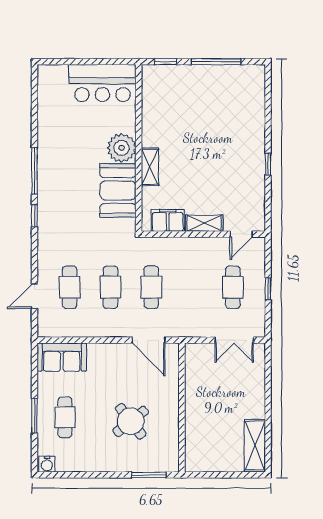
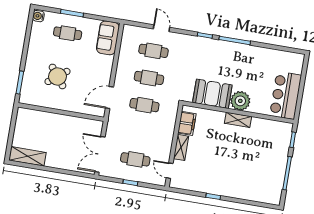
shelving: (150, 167) -> (238, 120), moved
door: (34, 296) -> (161, 28), moved
double door: (234, 340) -> (100, 154), width x1.37

